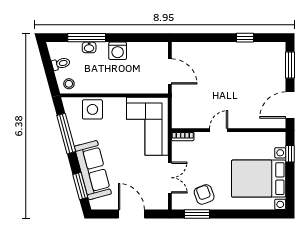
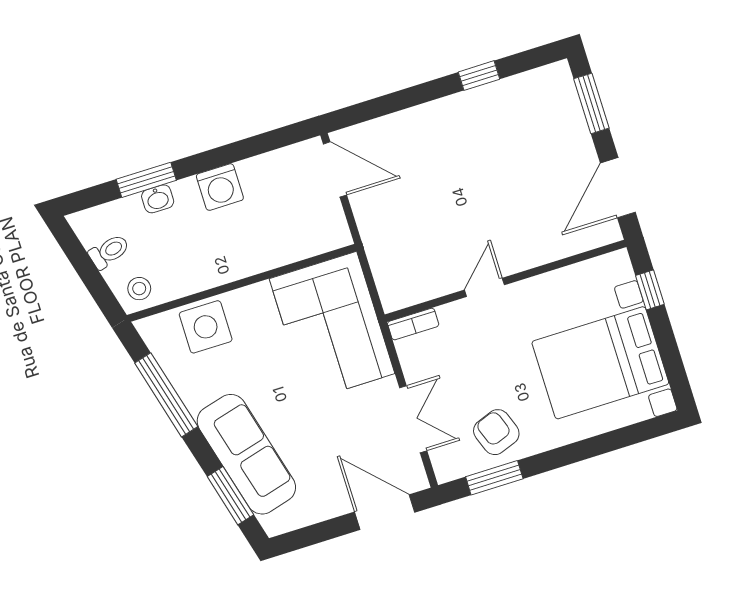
window: (87, 38) -> (146, 180), width x0.69
door: (170, 71) -> (335, 169), moved
door: (132, 214) -> (385, 512), moved

